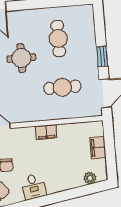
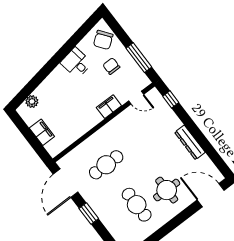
round table: (21, 58) -> (167, 190), moved
filing cabinet: (46, 132) -> (109, 107), moved

